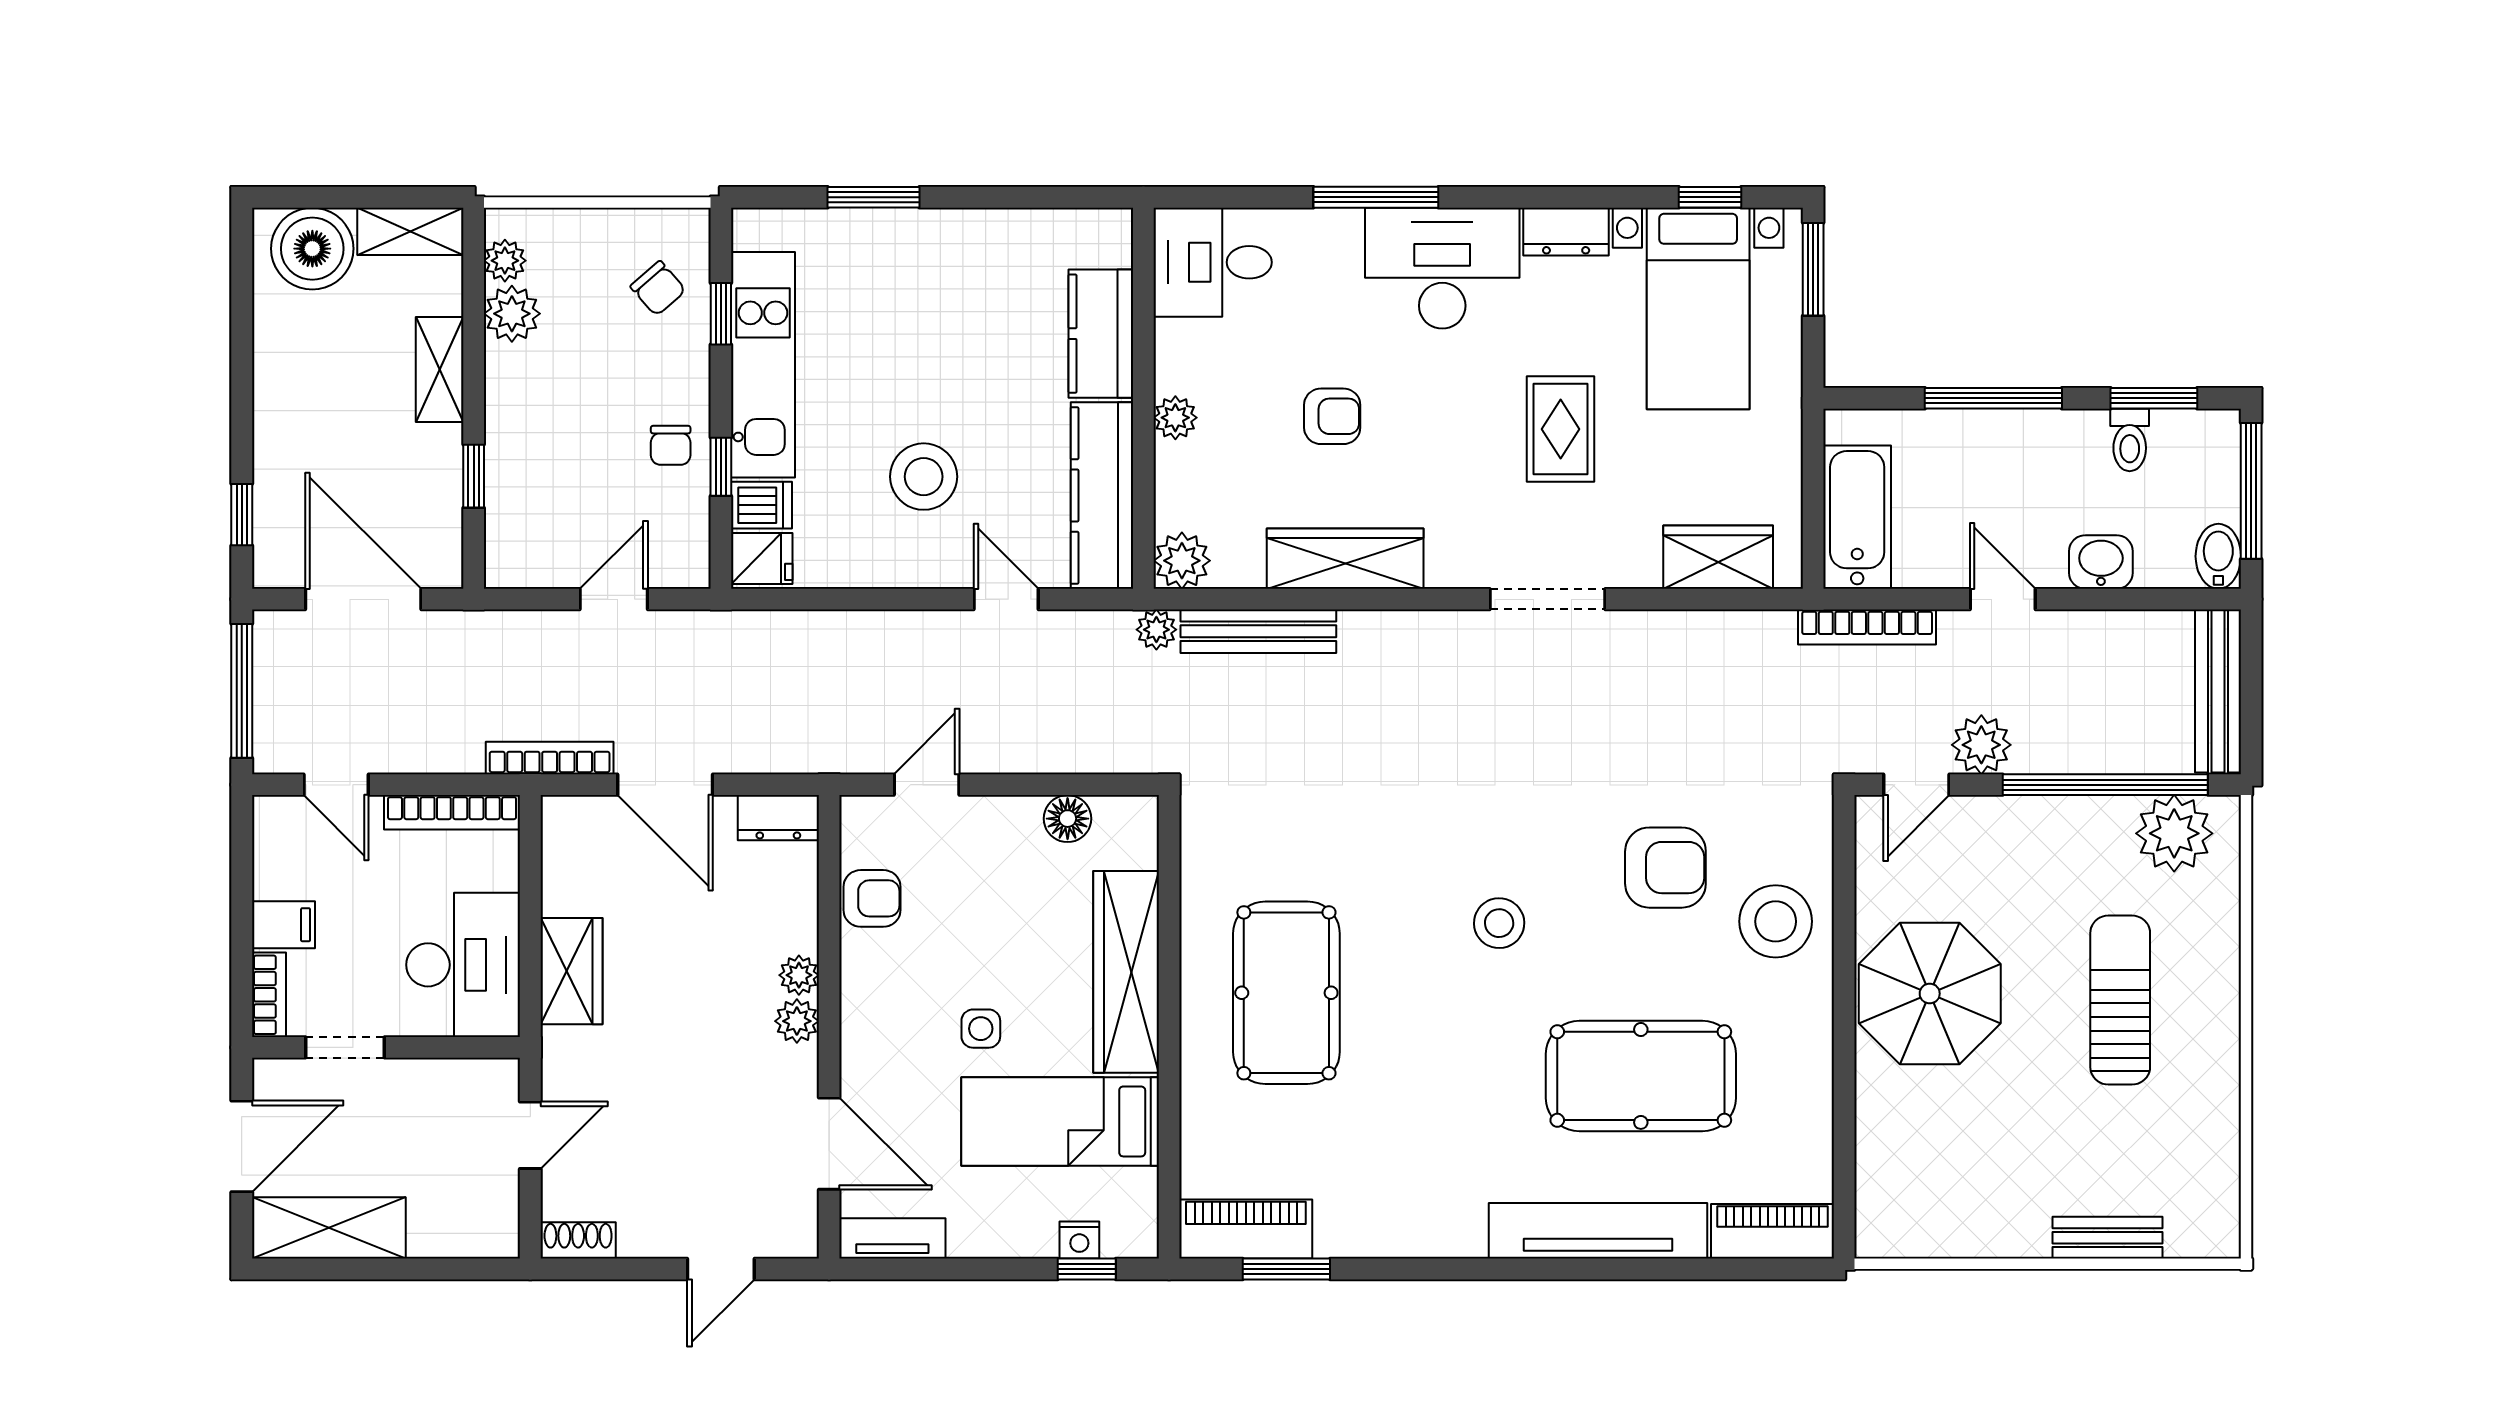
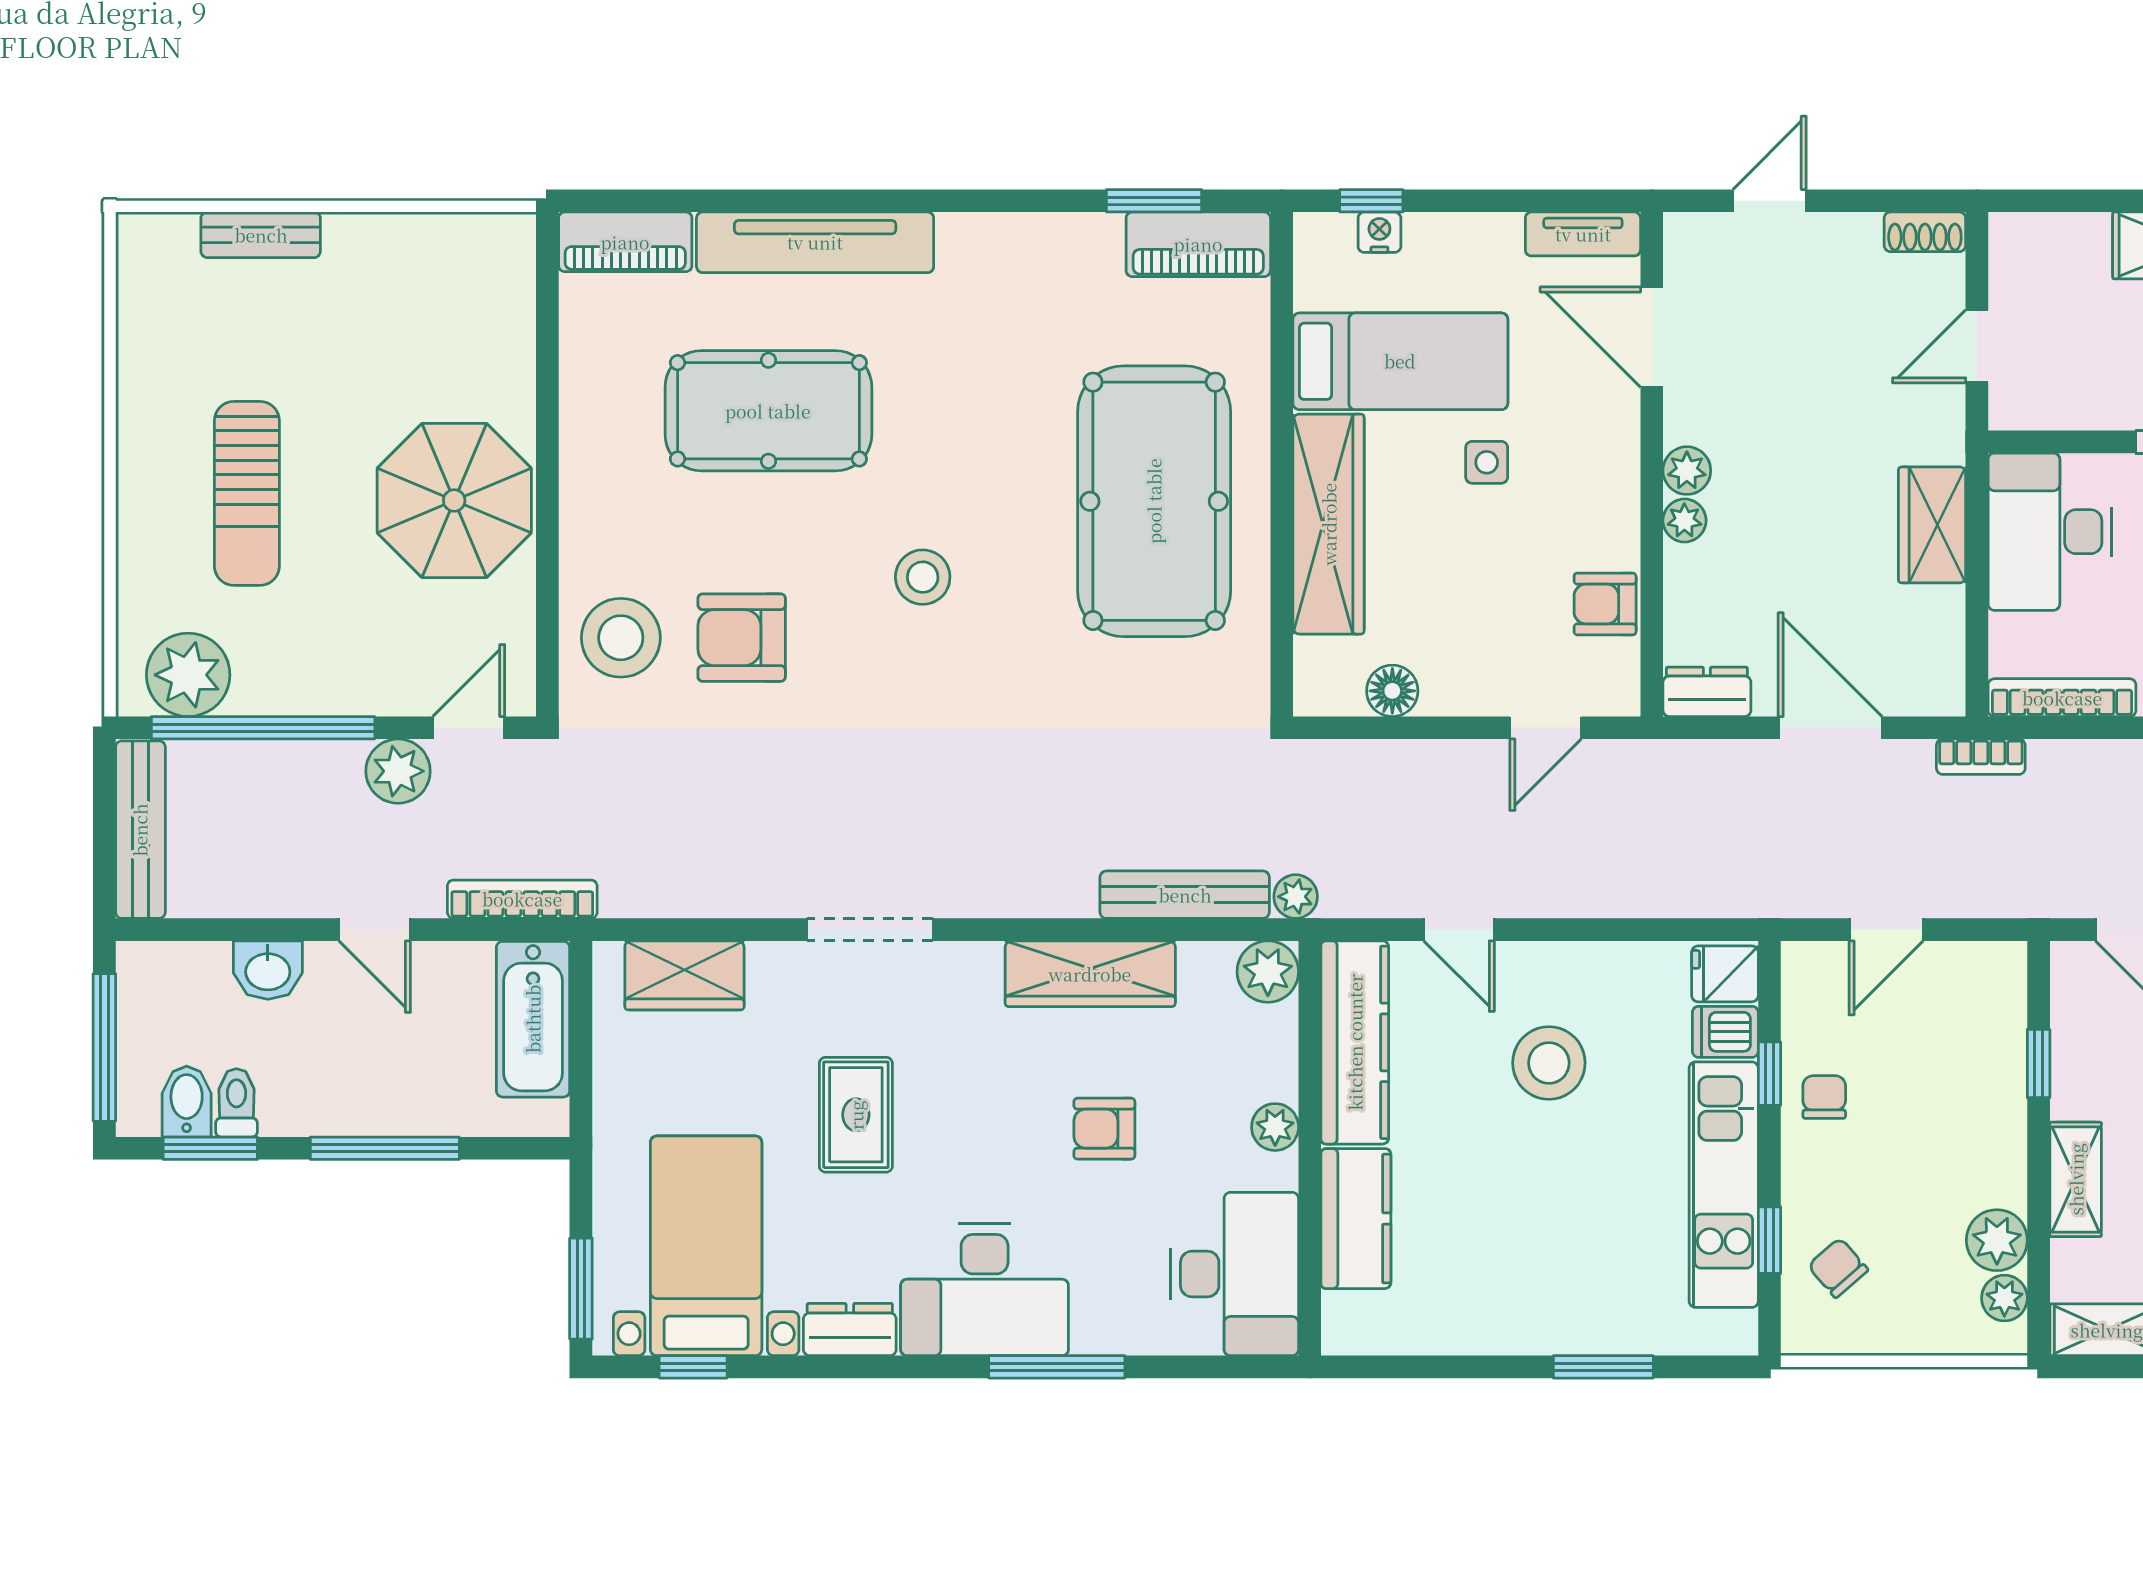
desk: (1213, 262) -> (1234, 1274), width x1.37
bidet: (2218, 556) -> (187, 1102), moved, turned 180
bookcase: (550, 758) -> (1981, 757), width x0.64
stool: (1776, 921) -> (621, 638), moved
pool table: (1286, 993) -> (1154, 501), width x1.36, depth x1.32

